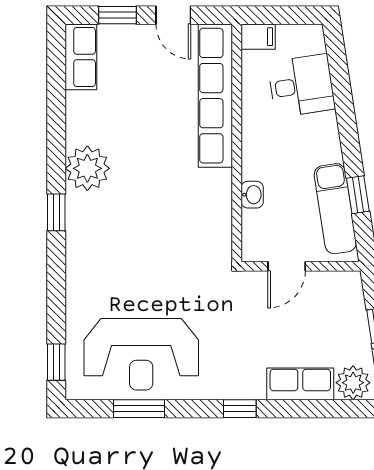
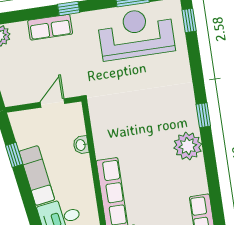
exam couch: (335, 209) -> (37, 175), moved
row of seats: (300, 384) -> (50, 27), moved

